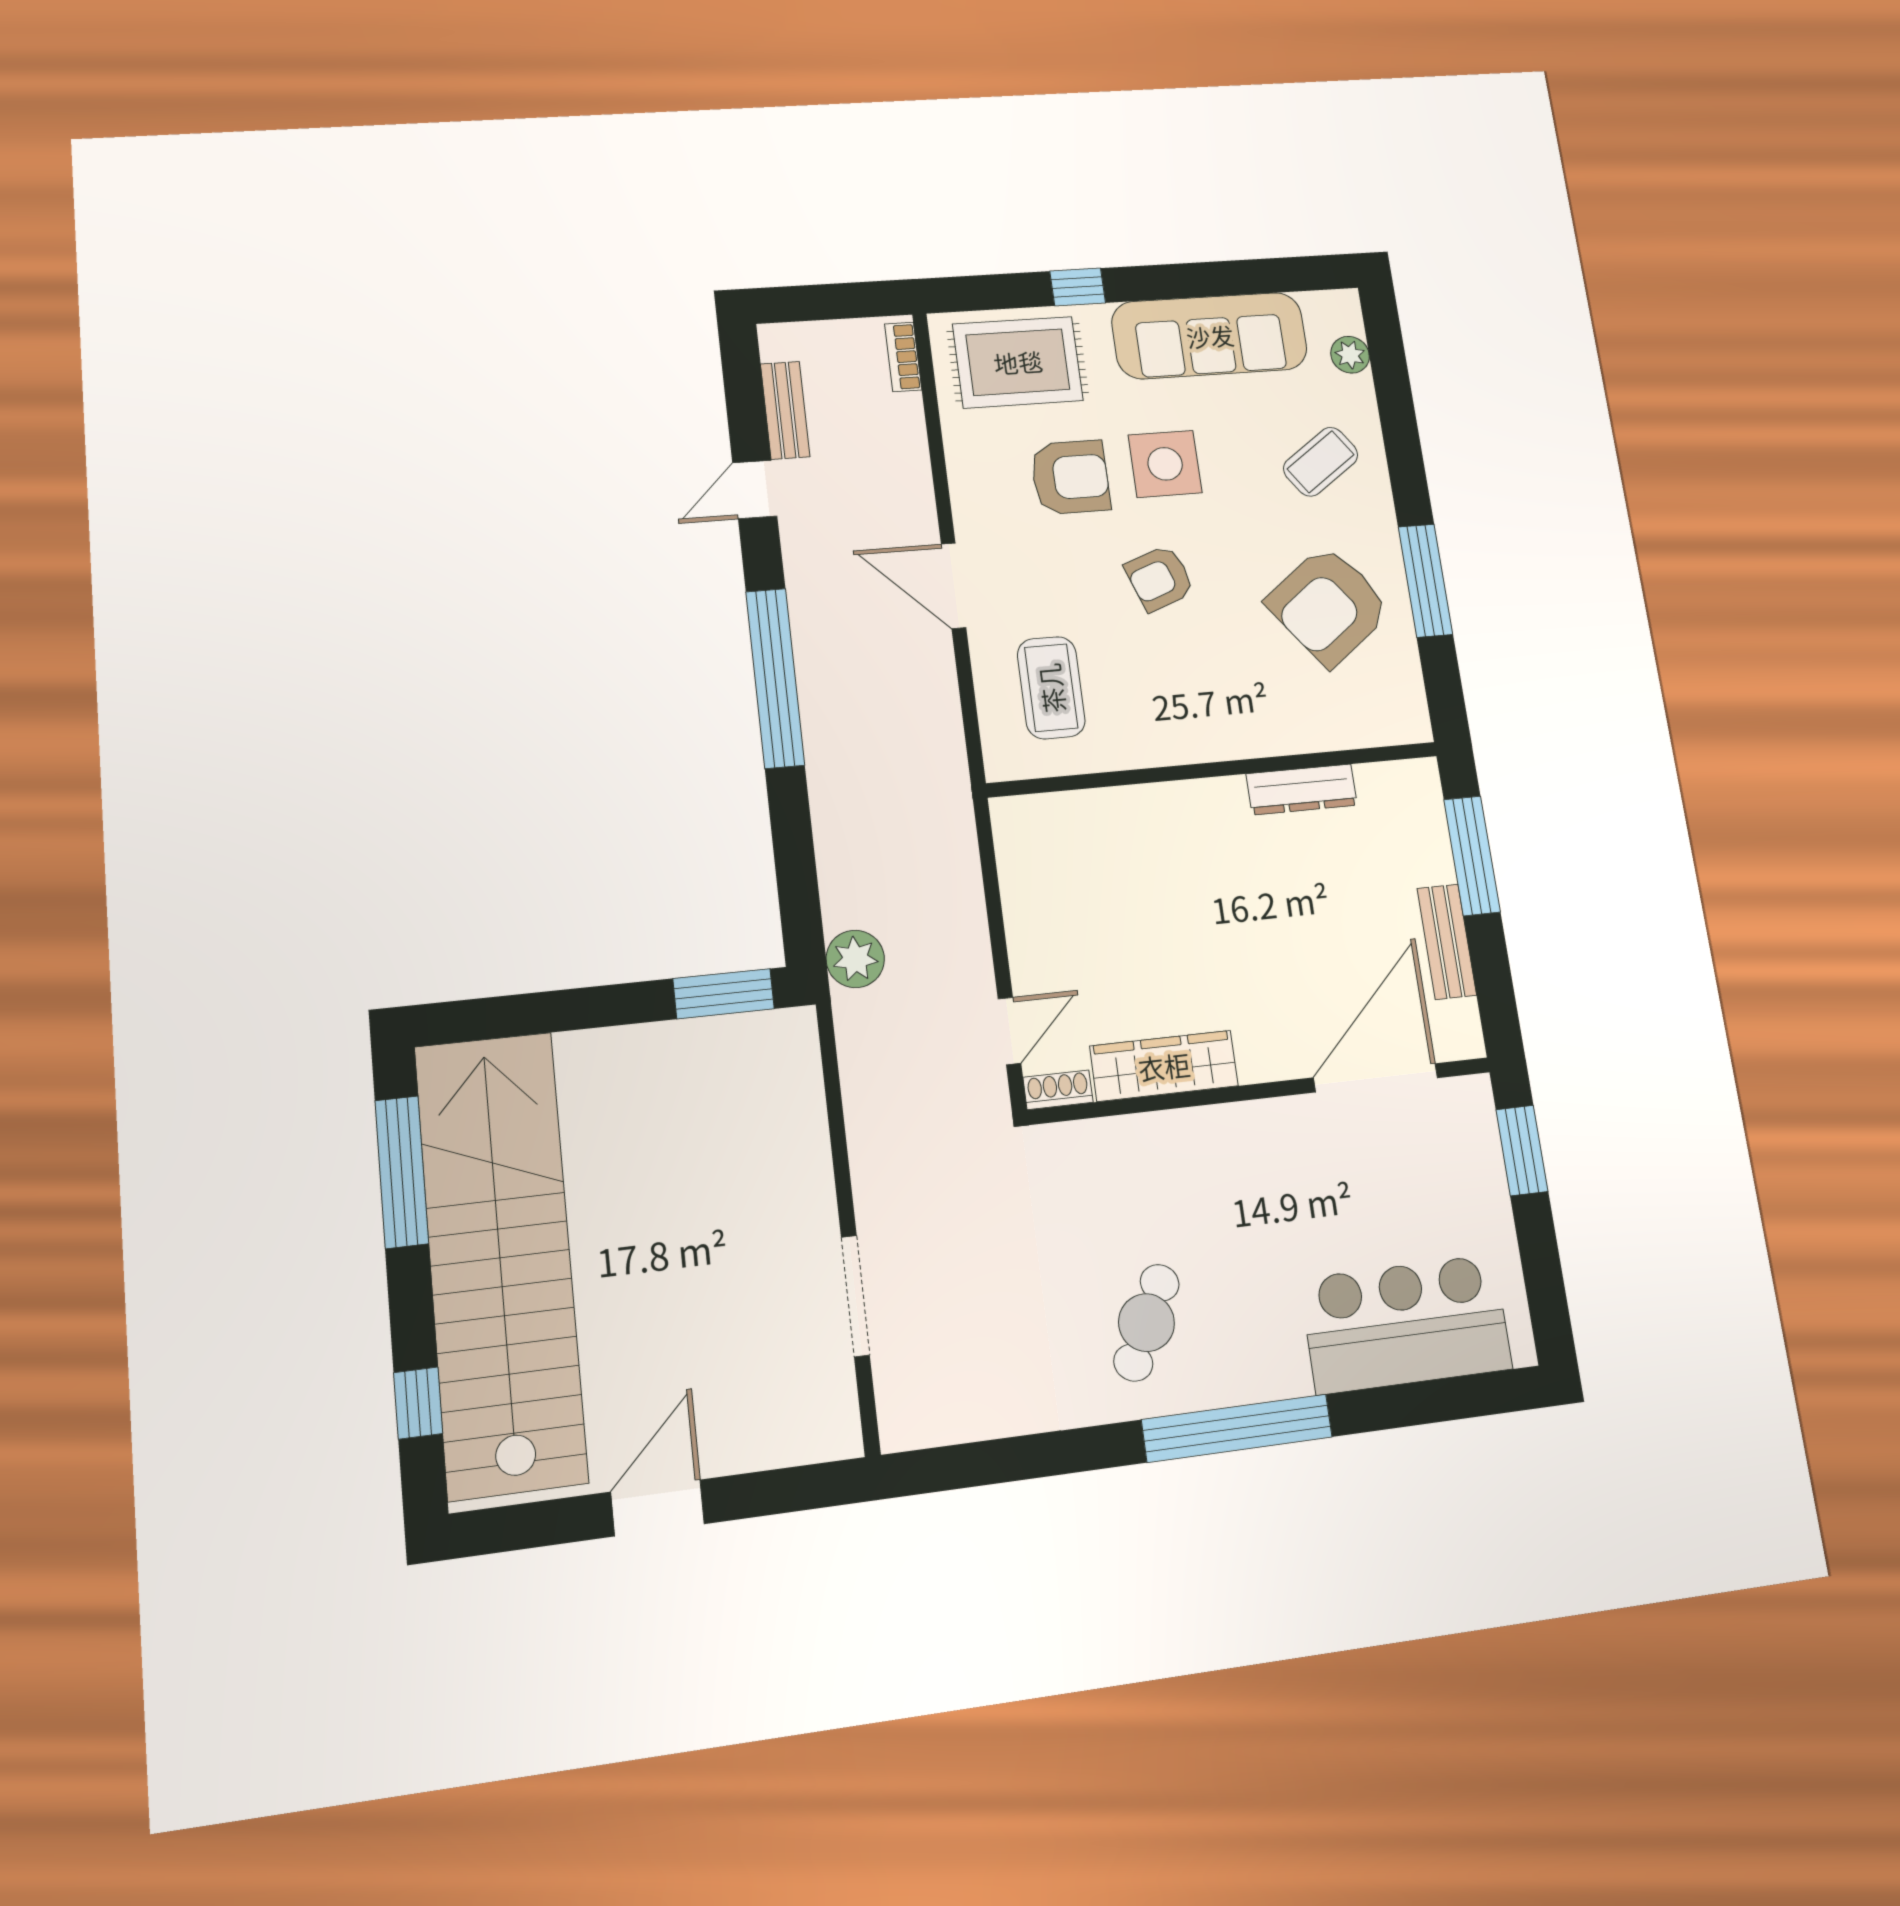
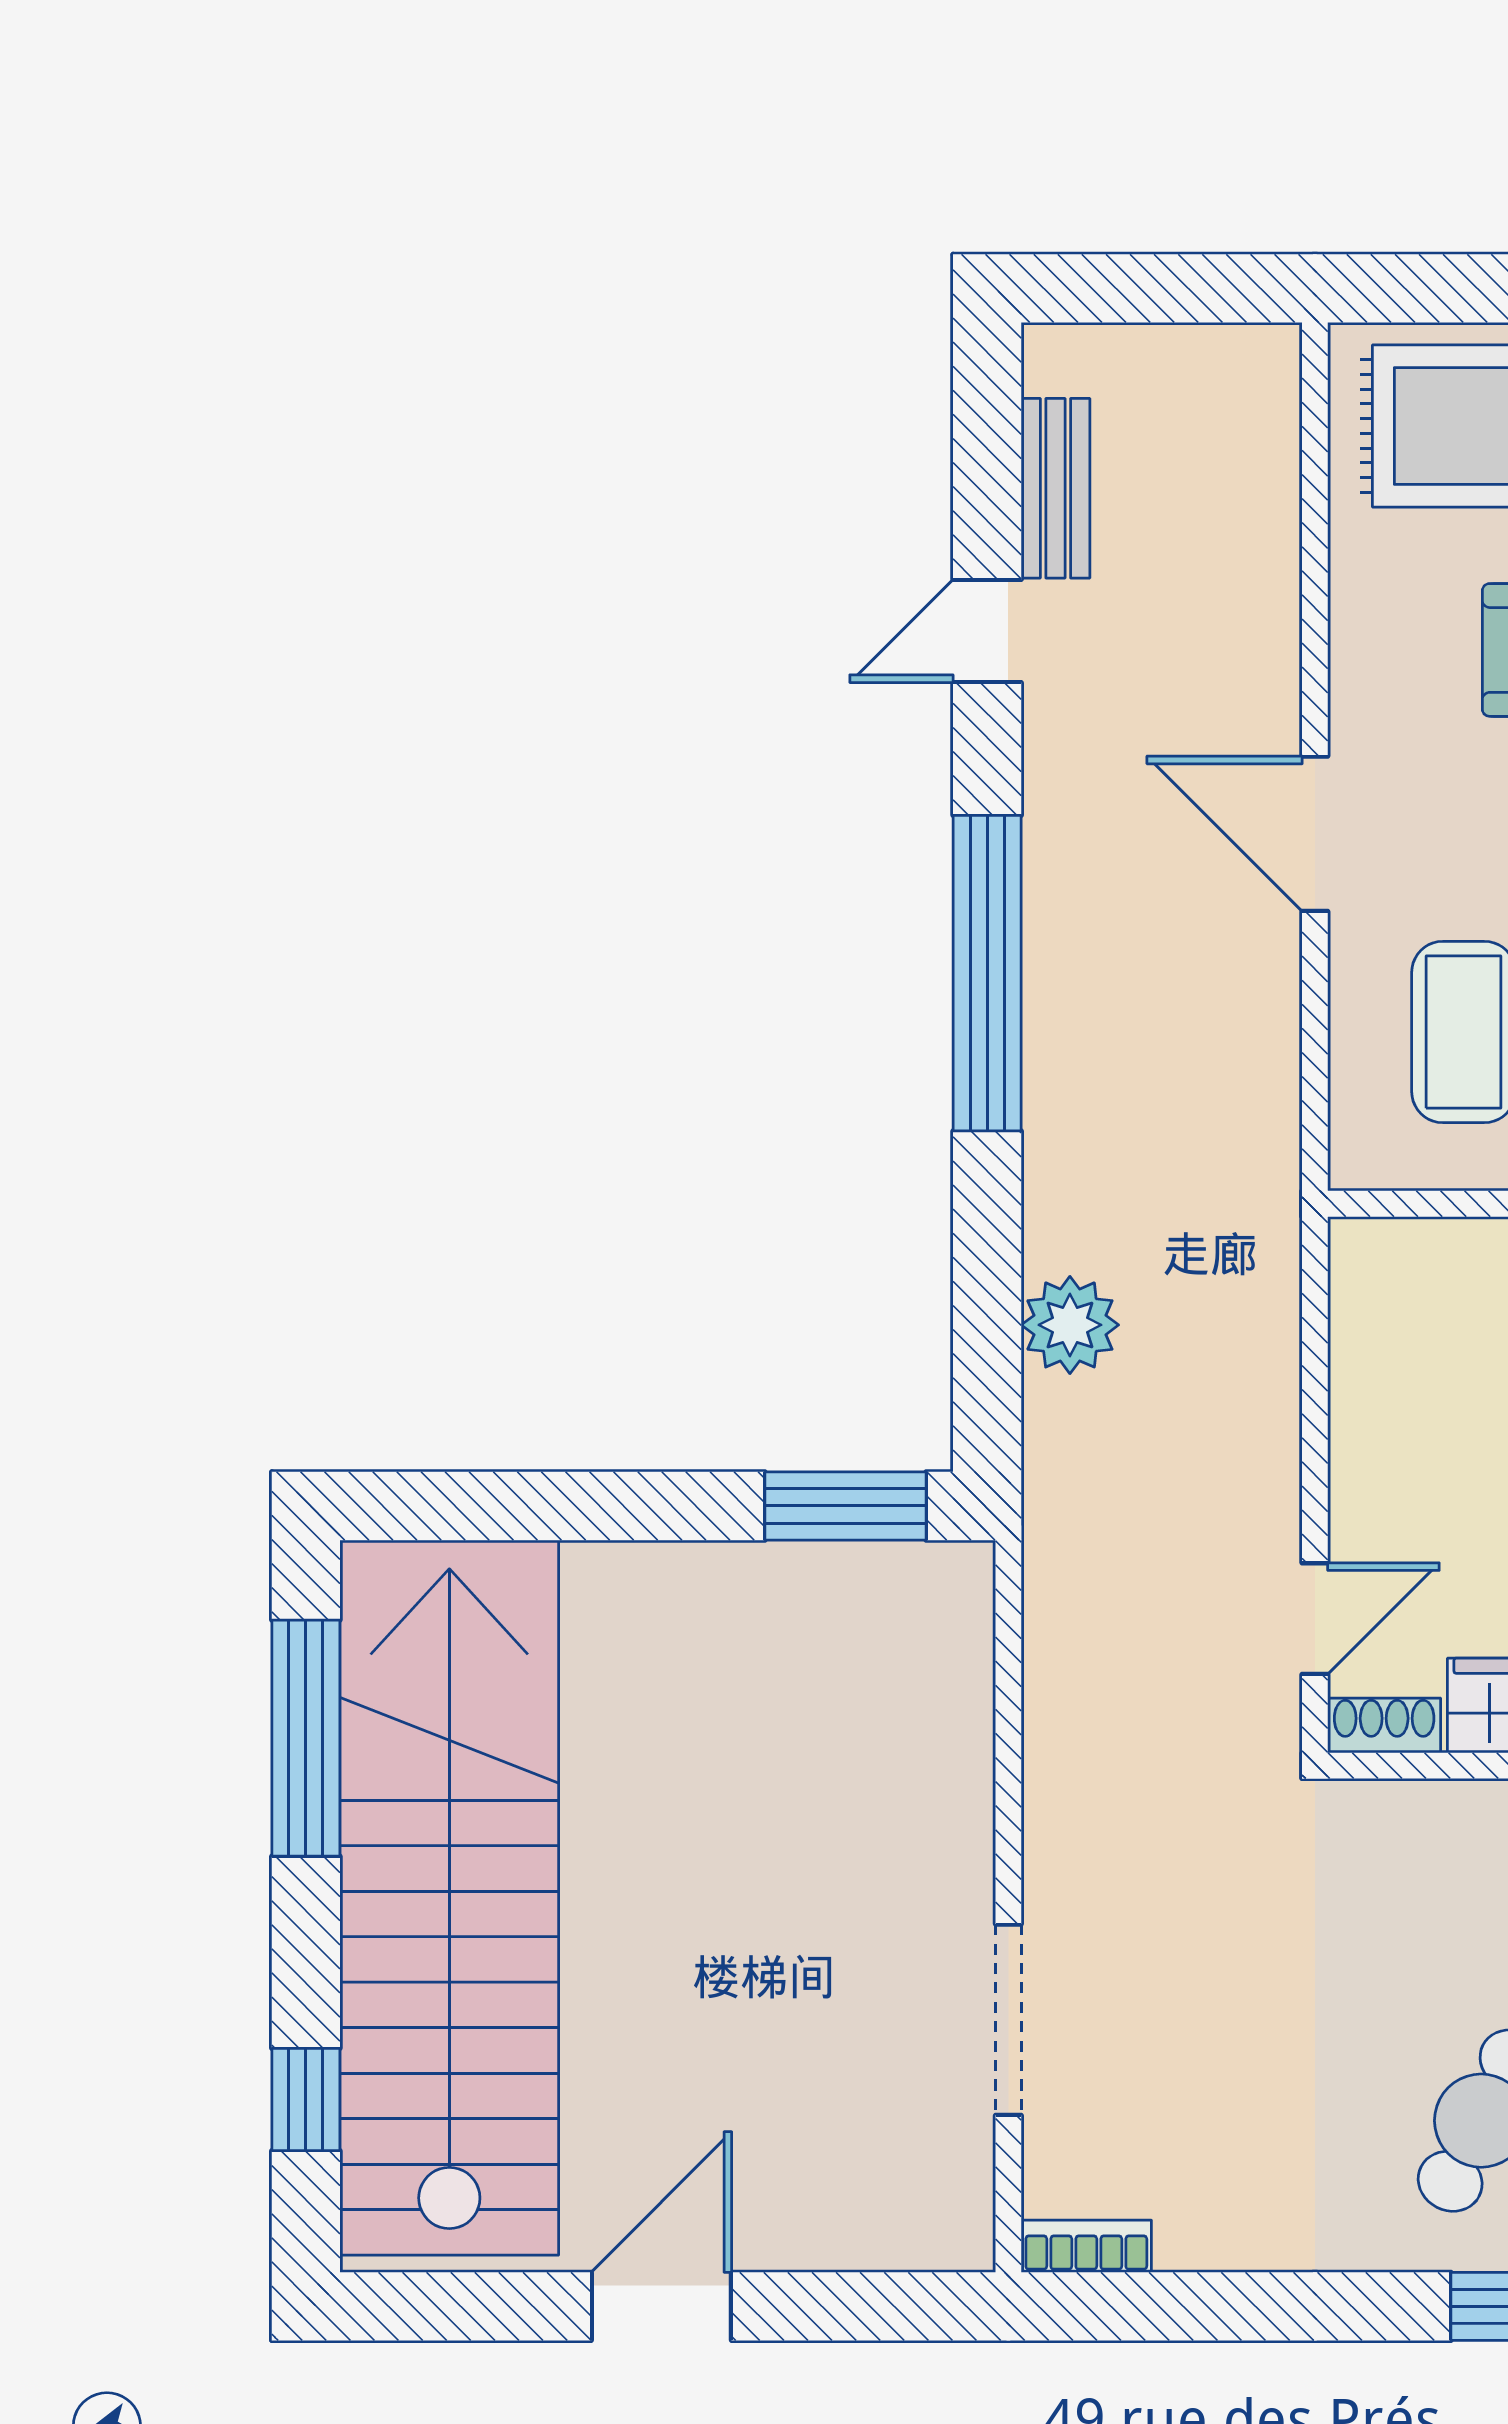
bookcase: (903, 357) -> (1086, 2246), moved, turned 90
plant: (855, 959) -> (1070, 1325), moved

